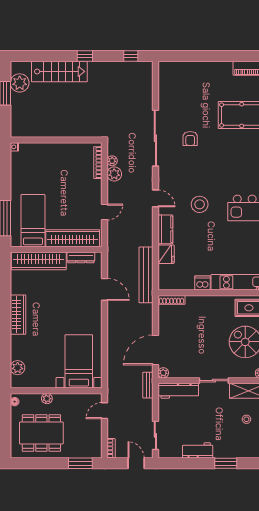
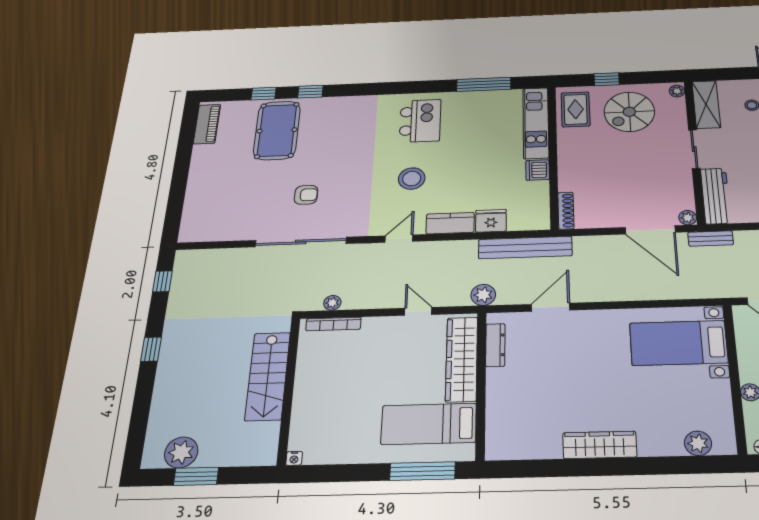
stairs: (59, 71) -> (268, 376), moved, turned 180
plant: (114, 174) -> (483, 295), moved
wardrobe: (39, 261) -> (501, 413), removed

